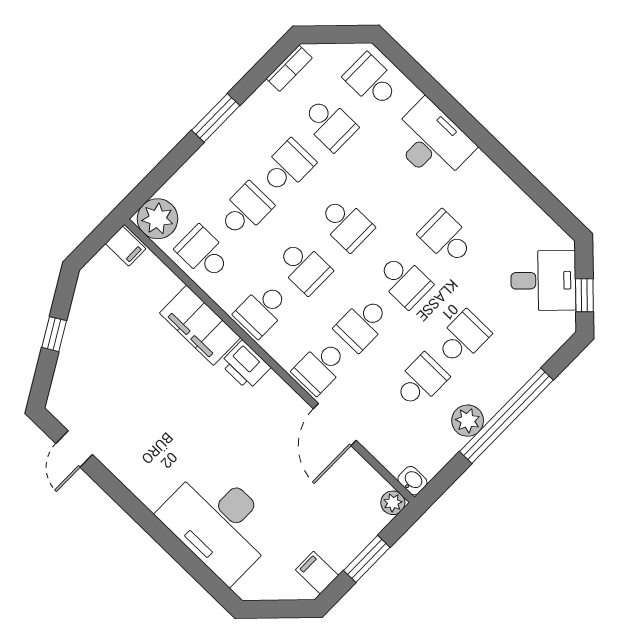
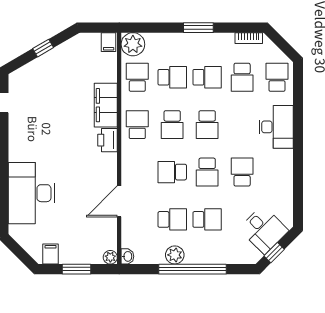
school desk: (262, 310) -> (137, 125), turned 90
school desk: (320, 367) -> (137, 172), removed

